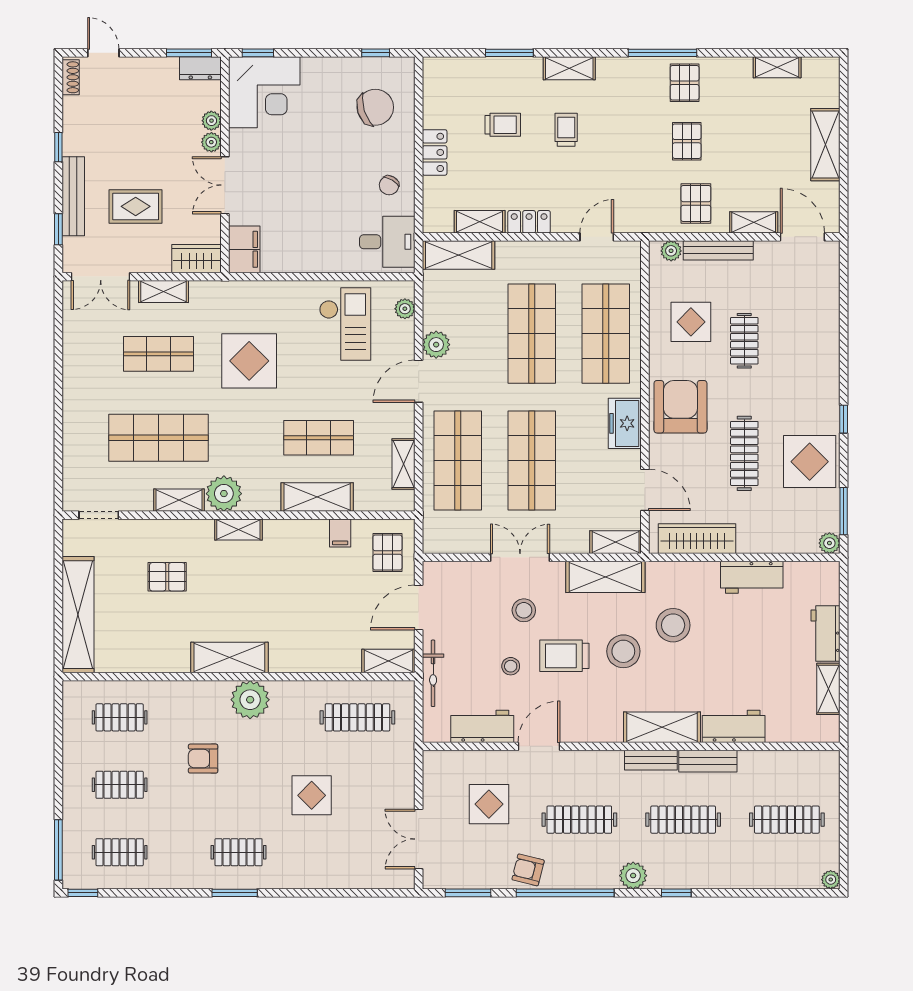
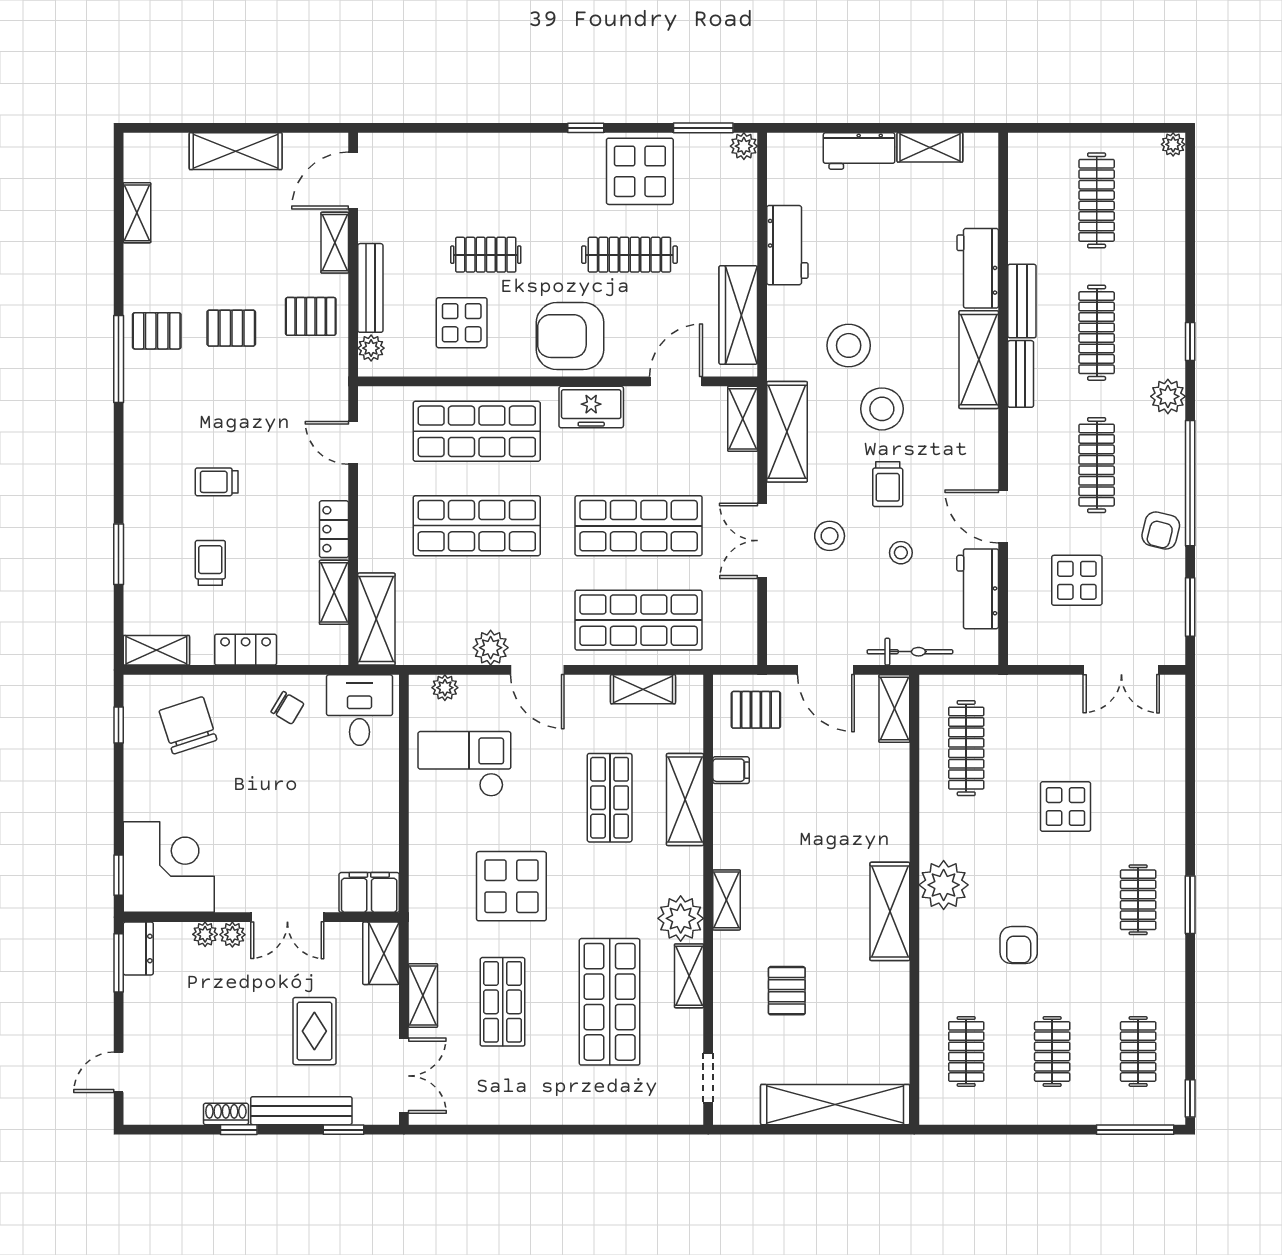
shelving: (569, 68) -> (156, 650), moved, turned 90
shoe rack: (71, 77) -> (226, 1114), moved
trolley: (564, 656) -> (888, 484), width x0.73, depth x0.72

